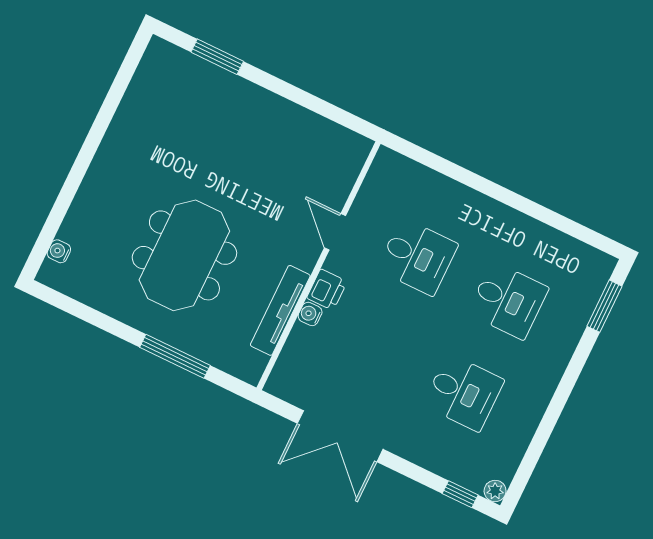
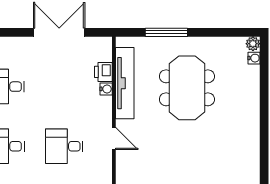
plant: (50, 274) -> (253, 44), added
printer: (327, 290) -> (103, 72), moved
tv unit: (280, 310) -> (125, 83), width x1.36, depth x1.29

